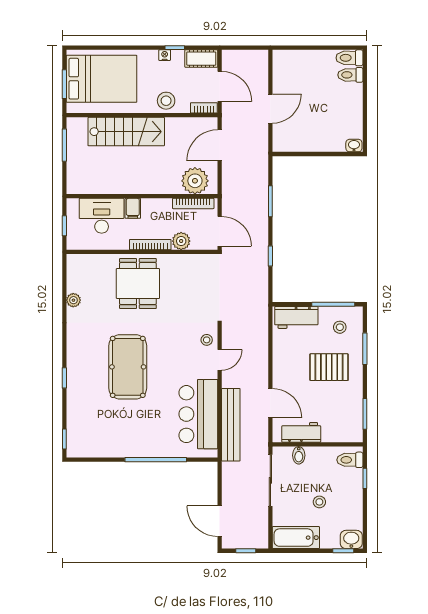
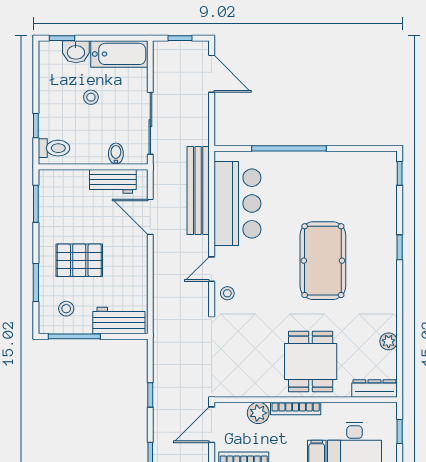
door: (220, 231) -> (212, 425), hinge flipped
dresser: (85, 261) -> (374, 388), added
washbasin: (351, 539) -> (76, 52), moved

